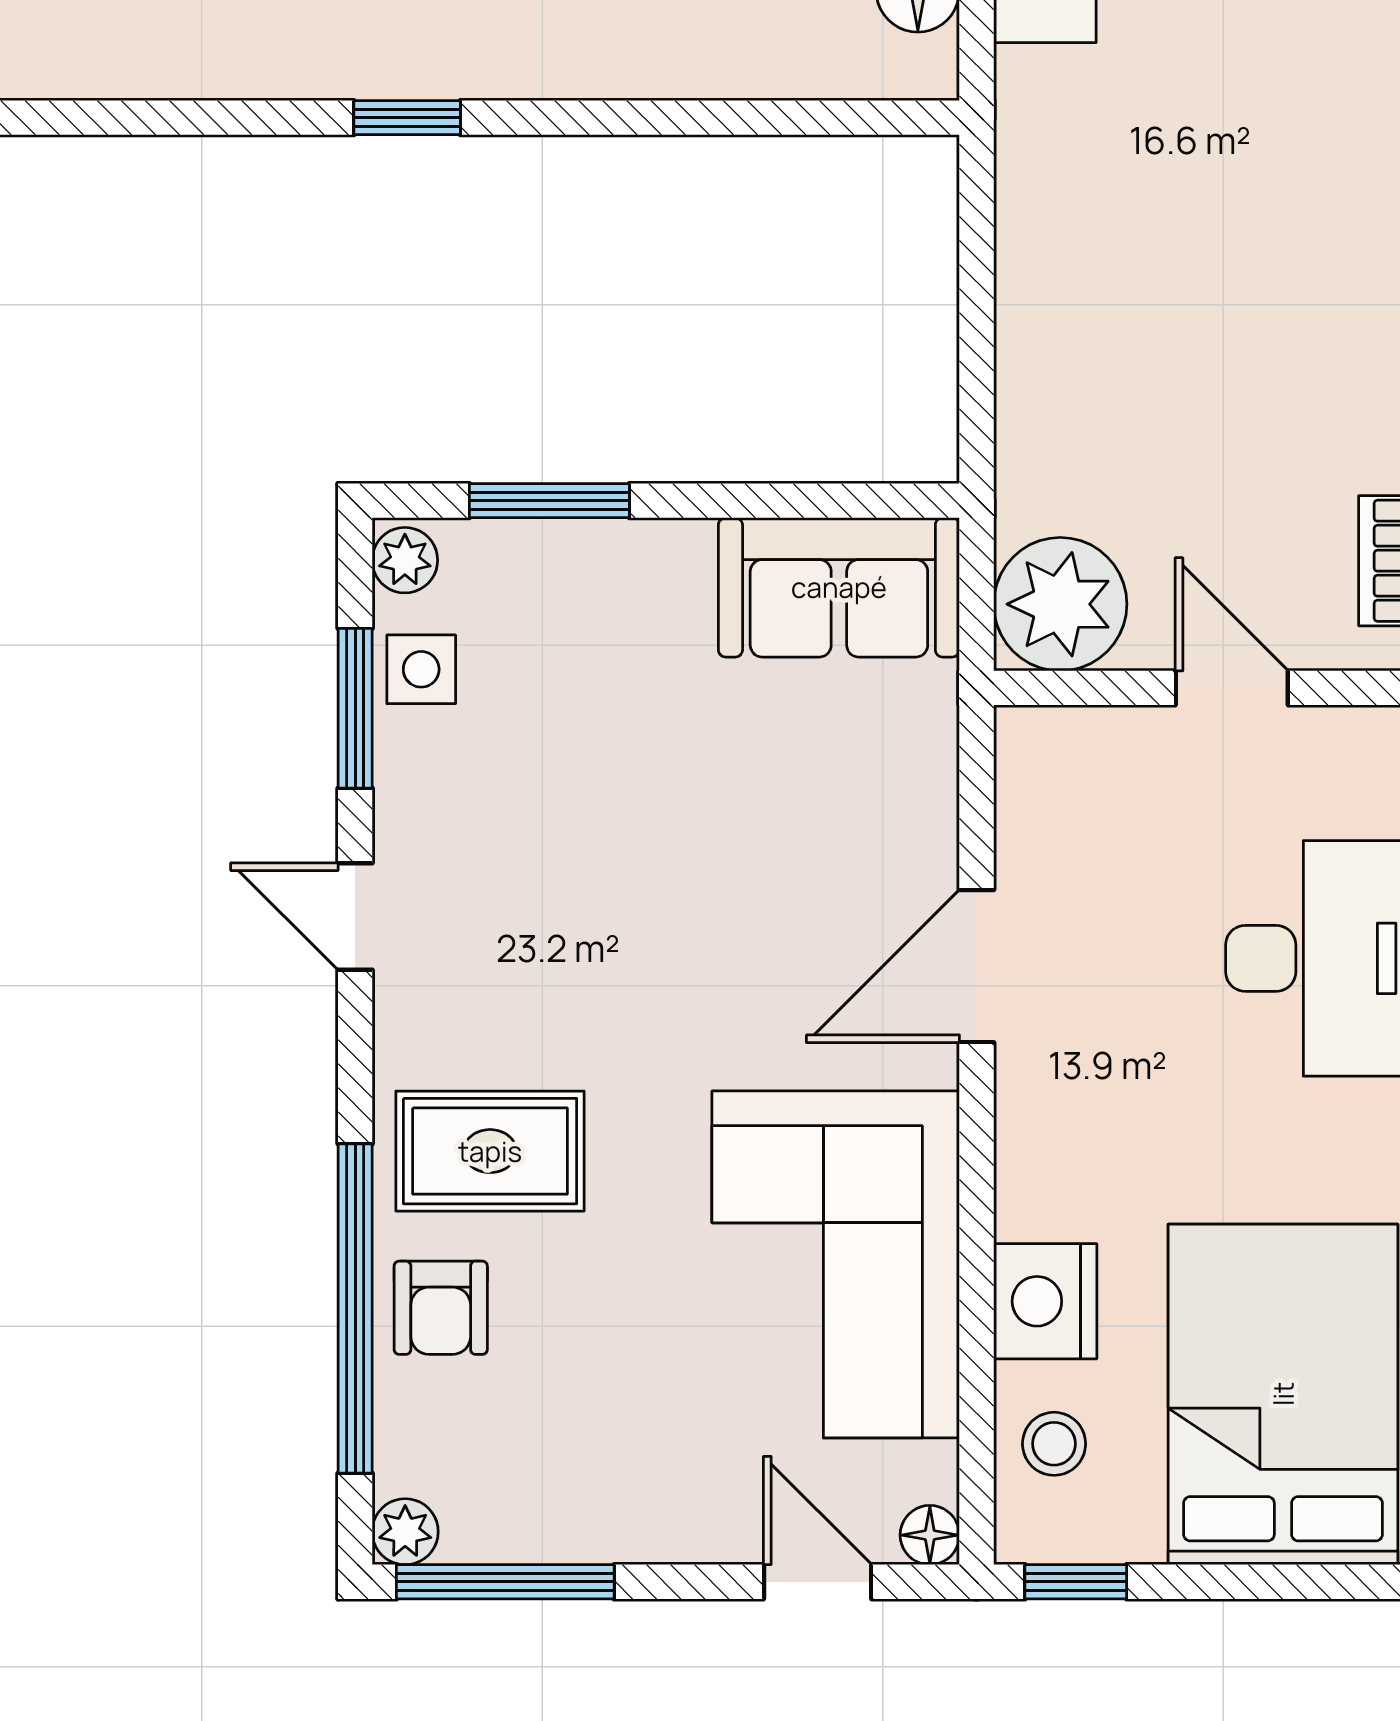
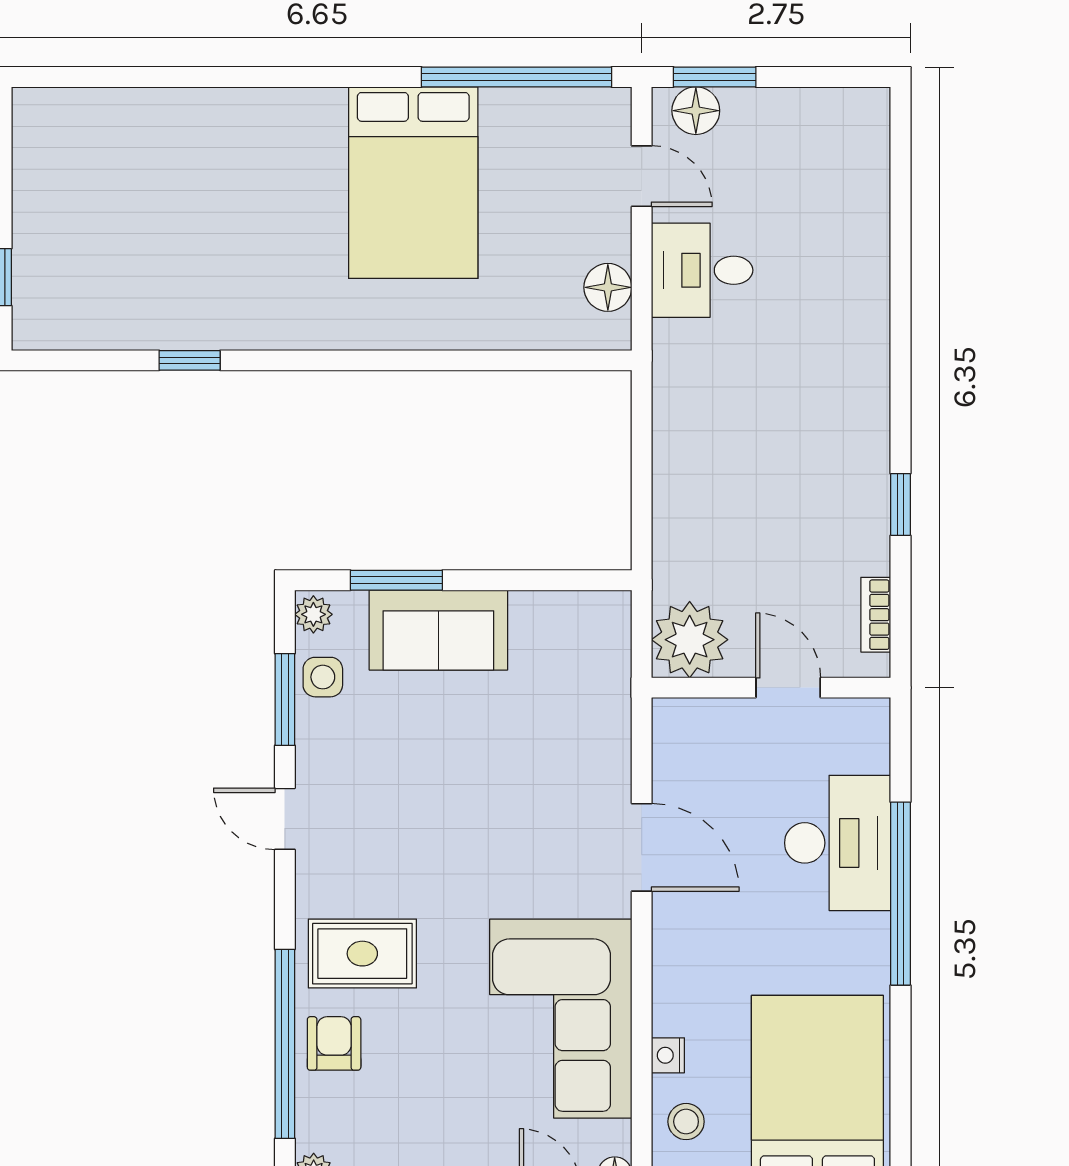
window: (407, 118) -> (190, 360), moved
sofa: (839, 587) -> (438, 630), moved
door: (977, 966) -> (642, 847), swing flipped
nightstand: (1045, 1301) -> (668, 1055), width x0.53, depth x0.56
armchair: (441, 1308) -> (334, 1043), turned 180

